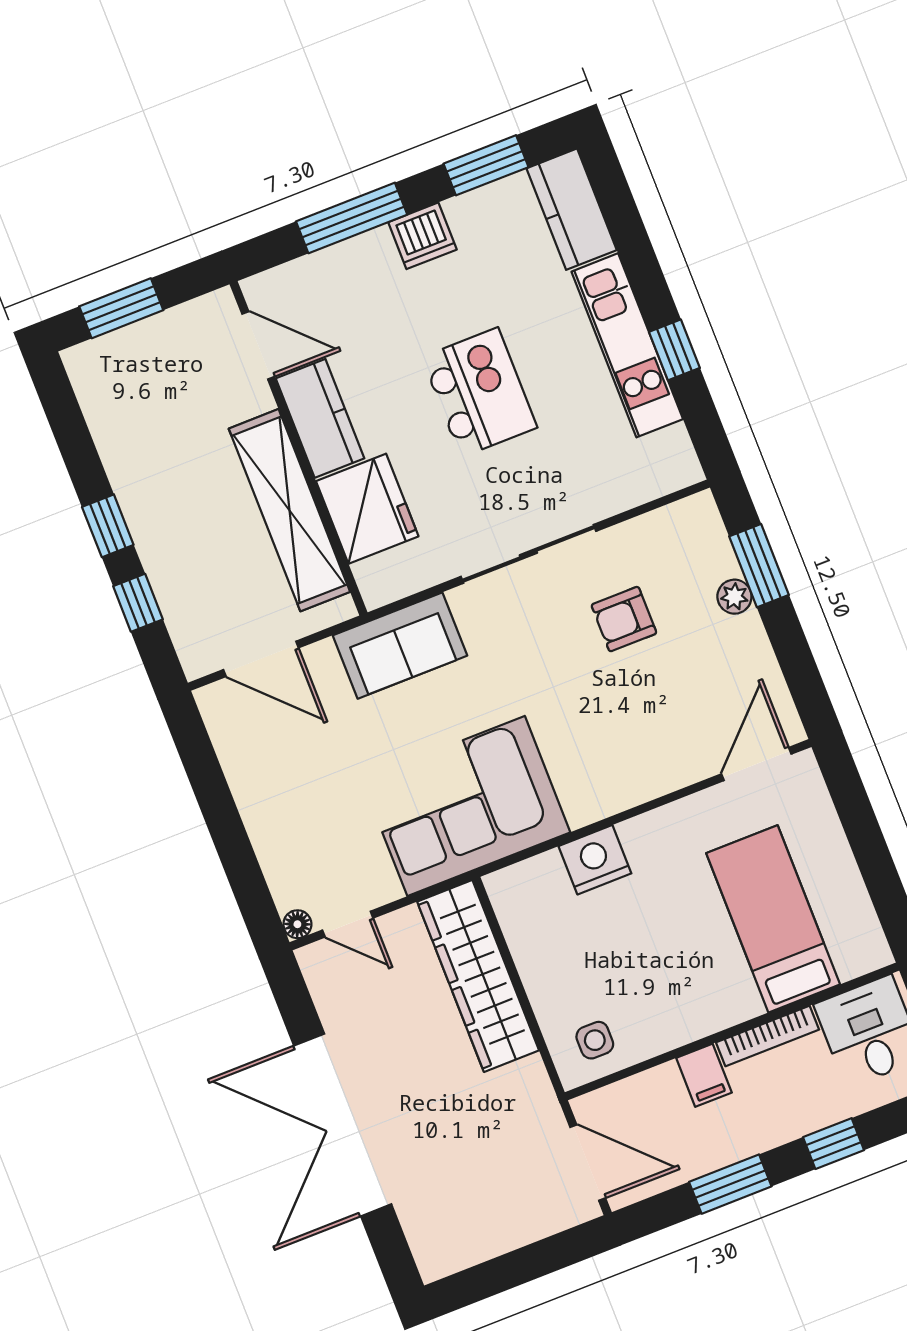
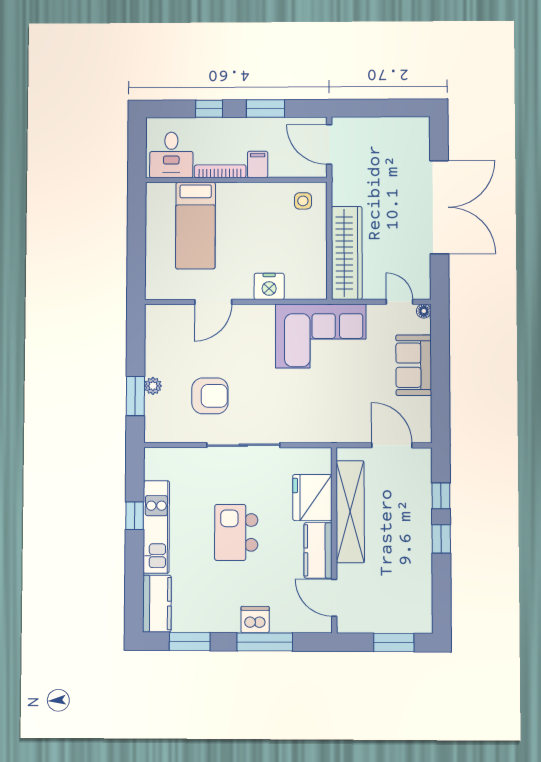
dishwasher: (422, 236) -> (255, 620), moved
armchair: (624, 619) -> (210, 396), width x1.38, depth x1.38
sofa: (400, 646) -> (414, 365), moved, turned -90
door: (756, 764) -> (213, 302), moved

